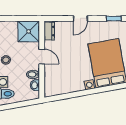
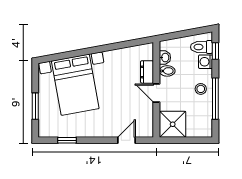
door: (80, 19) -> (127, 140), moved
dresser: (49, 31) -> (147, 72), moved

